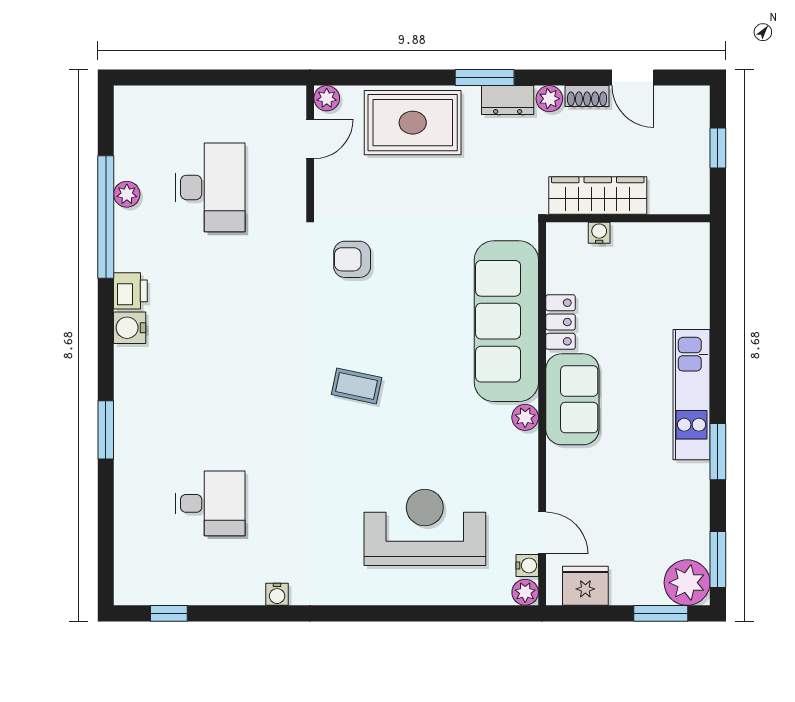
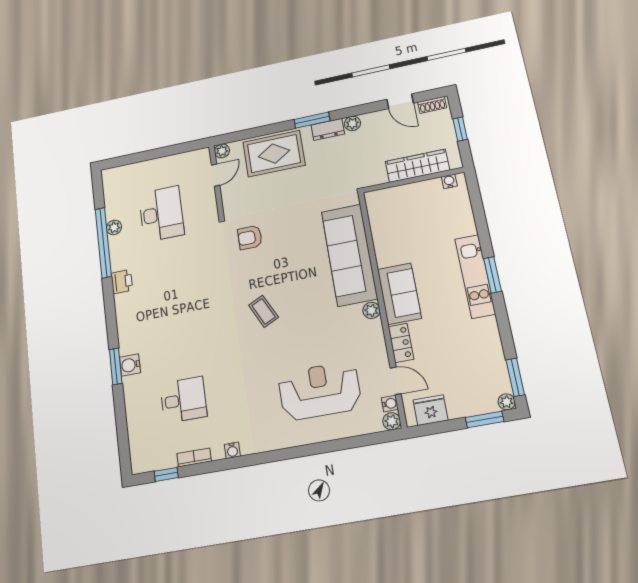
shoe rack: (587, 96) -> (432, 105), moved
wardrobe: (598, 196) -> (417, 166), moved
water cooler: (599, 233) -> (449, 181), moved
locker: (561, 322) -> (401, 343), moved
water cooler: (130, 328) -> (130, 365), moved
coffee table: (357, 386) -> (263, 311), turned 52
window: (718, 452) -> (493, 275), moved
plant: (687, 583) -> (507, 402), width x0.53, depth x0.53
bookcase: (216, 595) -> (194, 457), added

